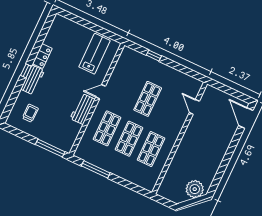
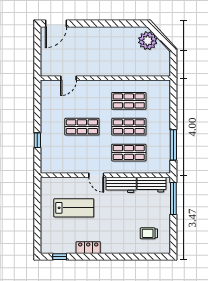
lab bench: (95, 54) -> (74, 208), moved, turned 180
window: (26, 71) -> (60, 257), moved
workbench: (33, 80) -> (152, 185), moved, turned 180

